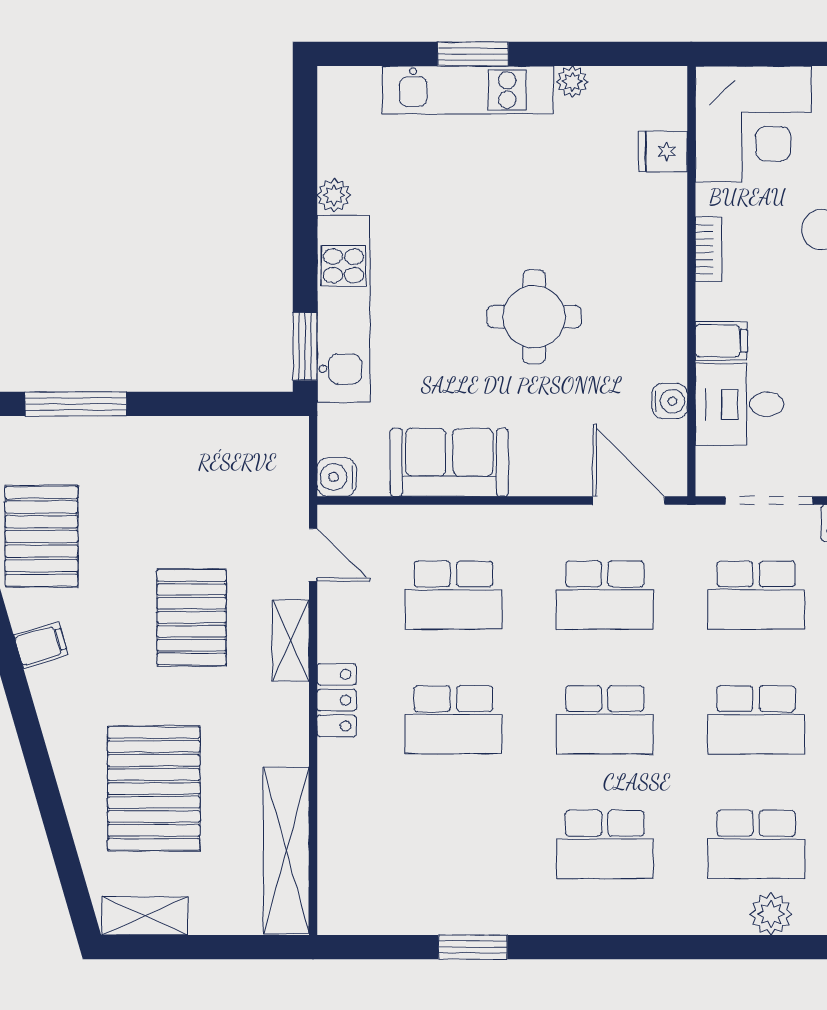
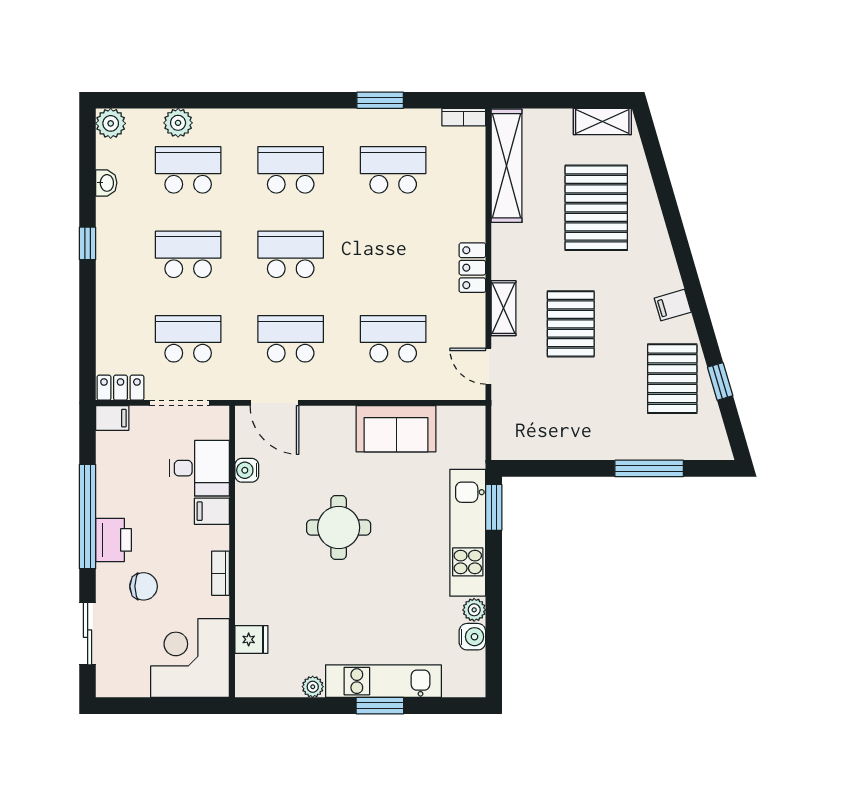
water cooler: (337, 477) -> (472, 637), moved
school desk: (453, 720) -> (393, 170), moved
bookcase: (349, 922) -> (464, 117), added

